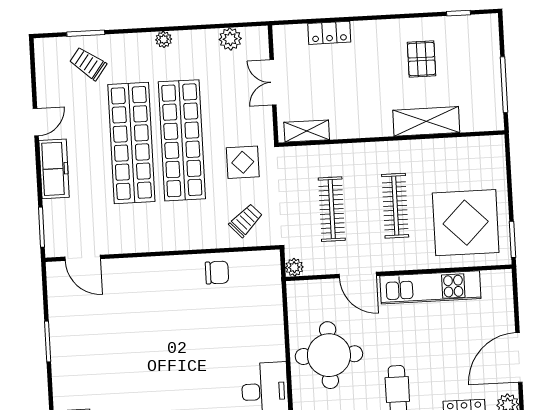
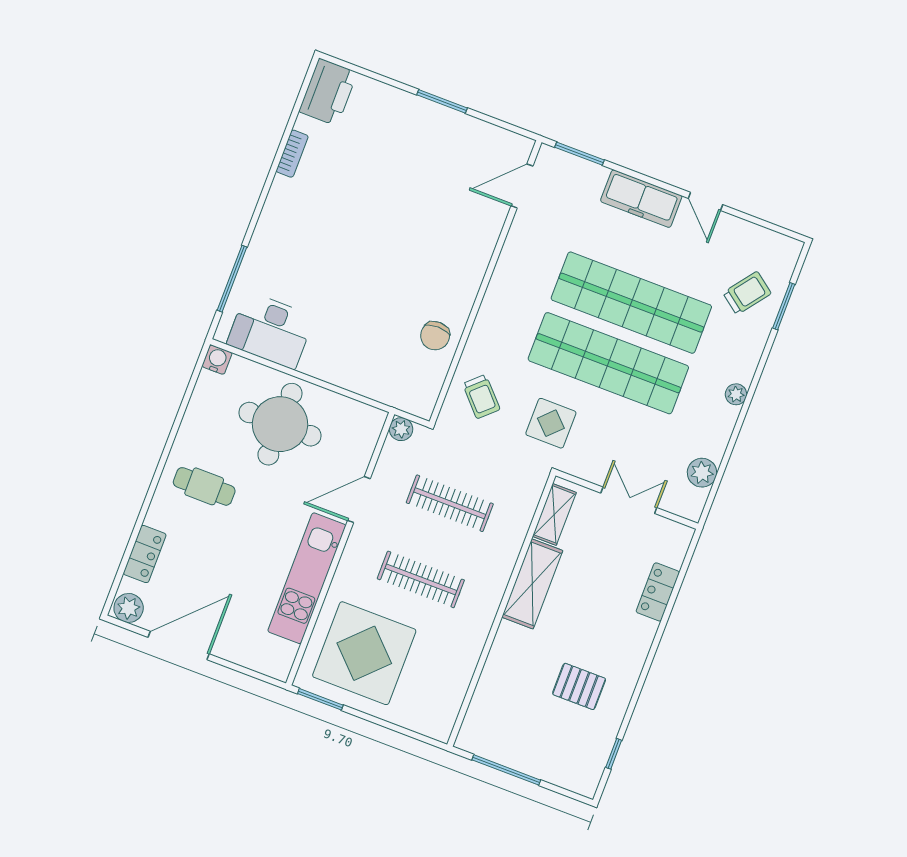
shelving: (426, 121) -> (532, 584), moved
door: (519, 357) -> (179, 646), hinge flipped

